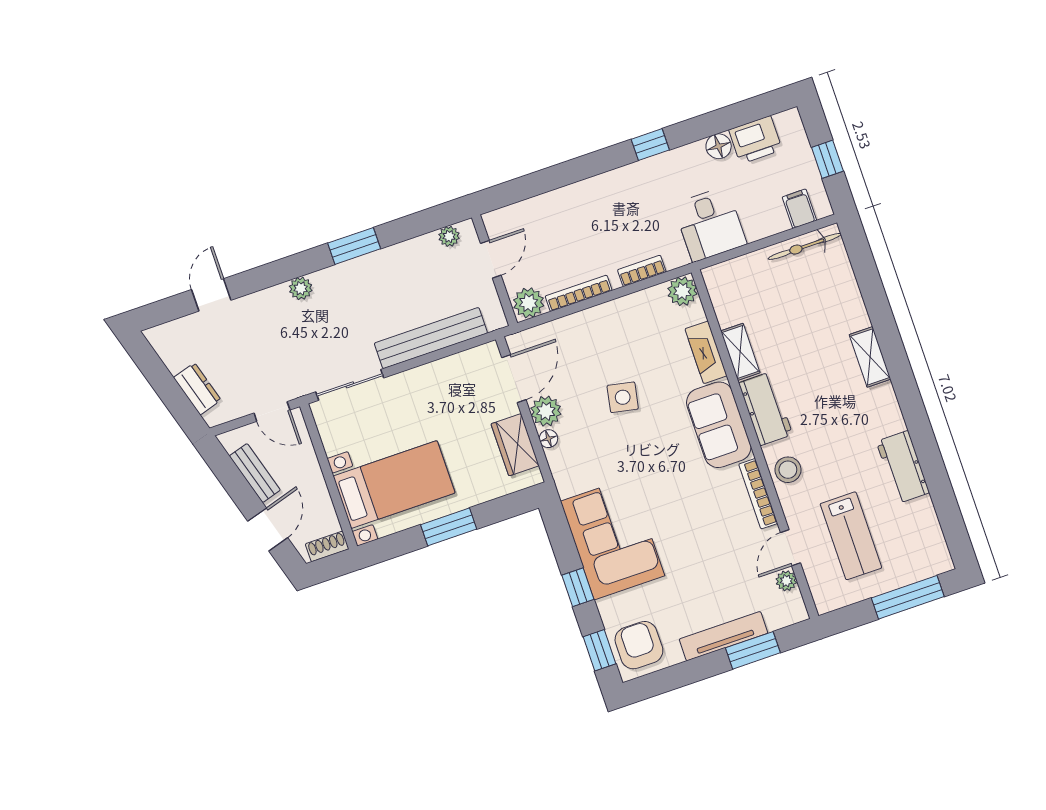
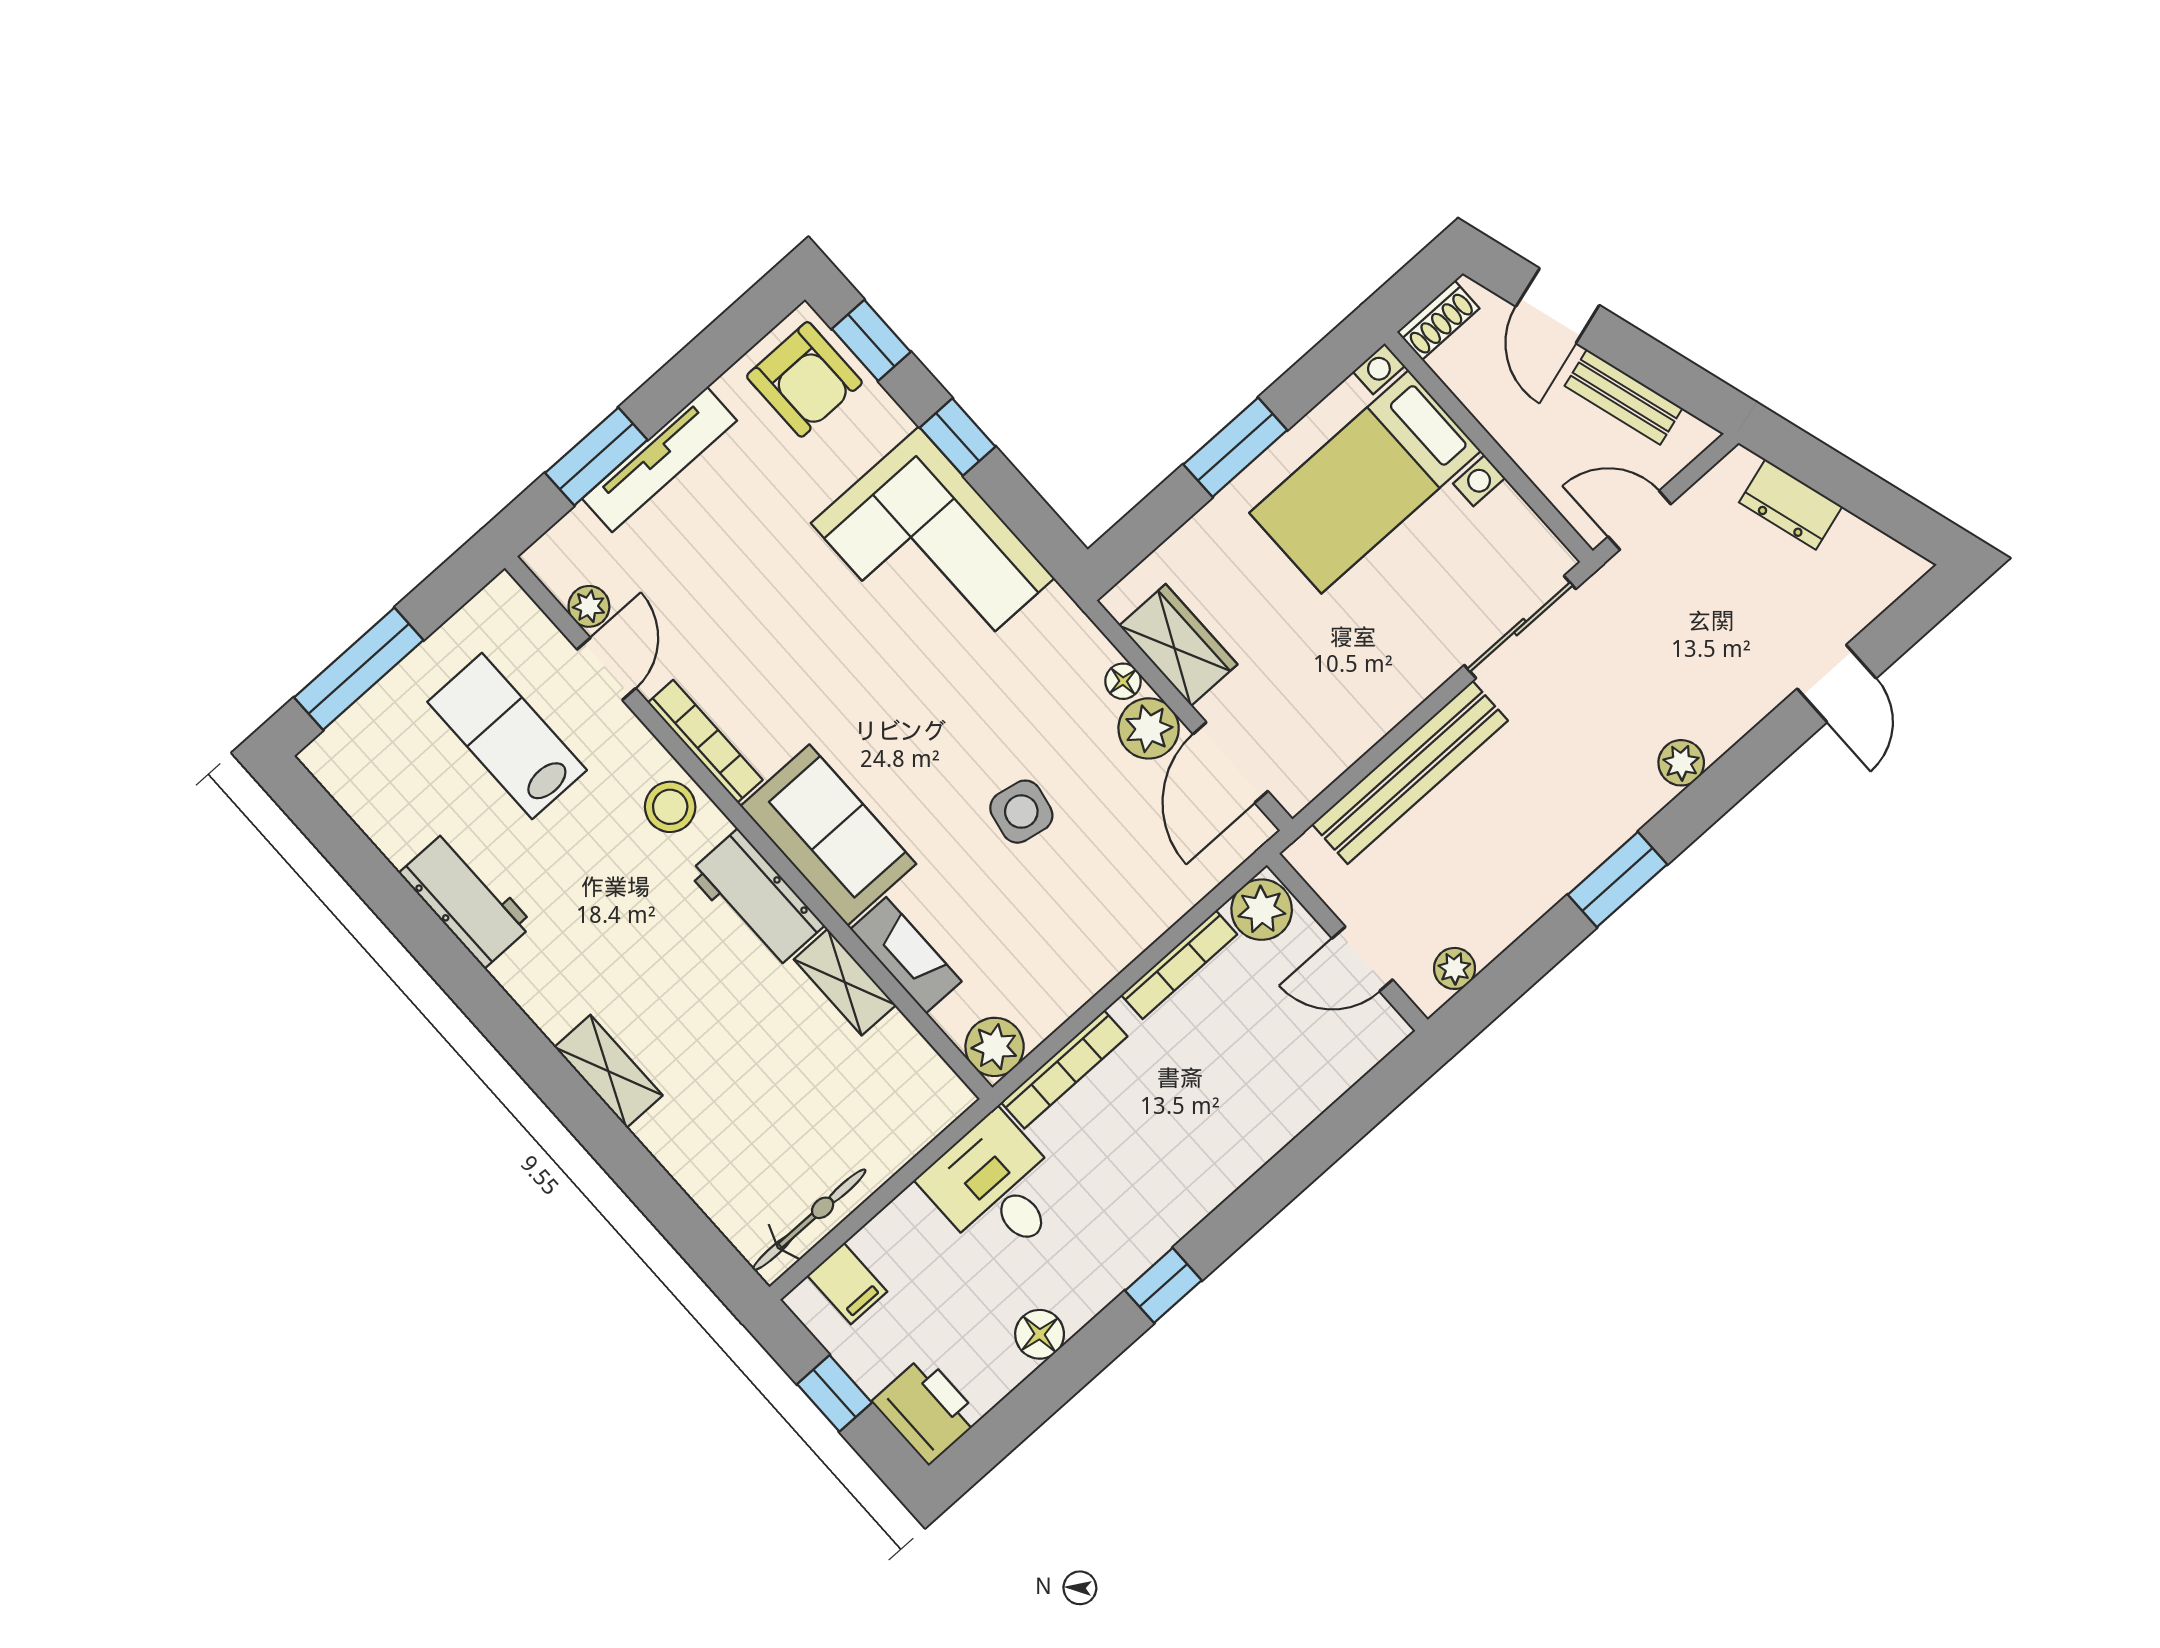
printer: (755, 140) -> (926, 1410), moved, turned 90
door: (491, 259) -> (1362, 959), hinge flipped
bookcase: (642, 271) -> (1064, 1069), width x1.56

